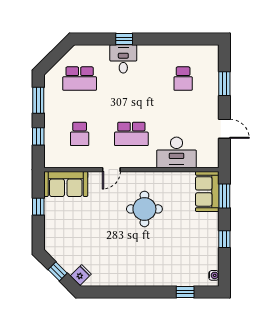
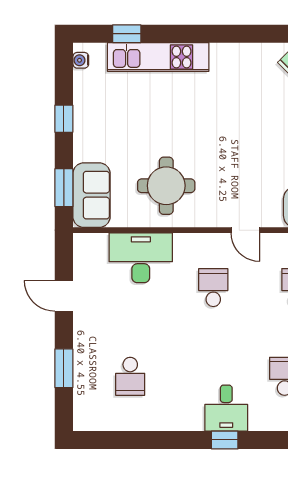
school desk: (183, 79) -> (130, 376), turned 180
school desk: (131, 134) -> (213, 288), width x0.54
door: (111, 170) -> (245, 230), swing flipped
round table: (144, 209) -> (166, 186), moved
kitchen unit: (166, 277) -> (158, 57), added

